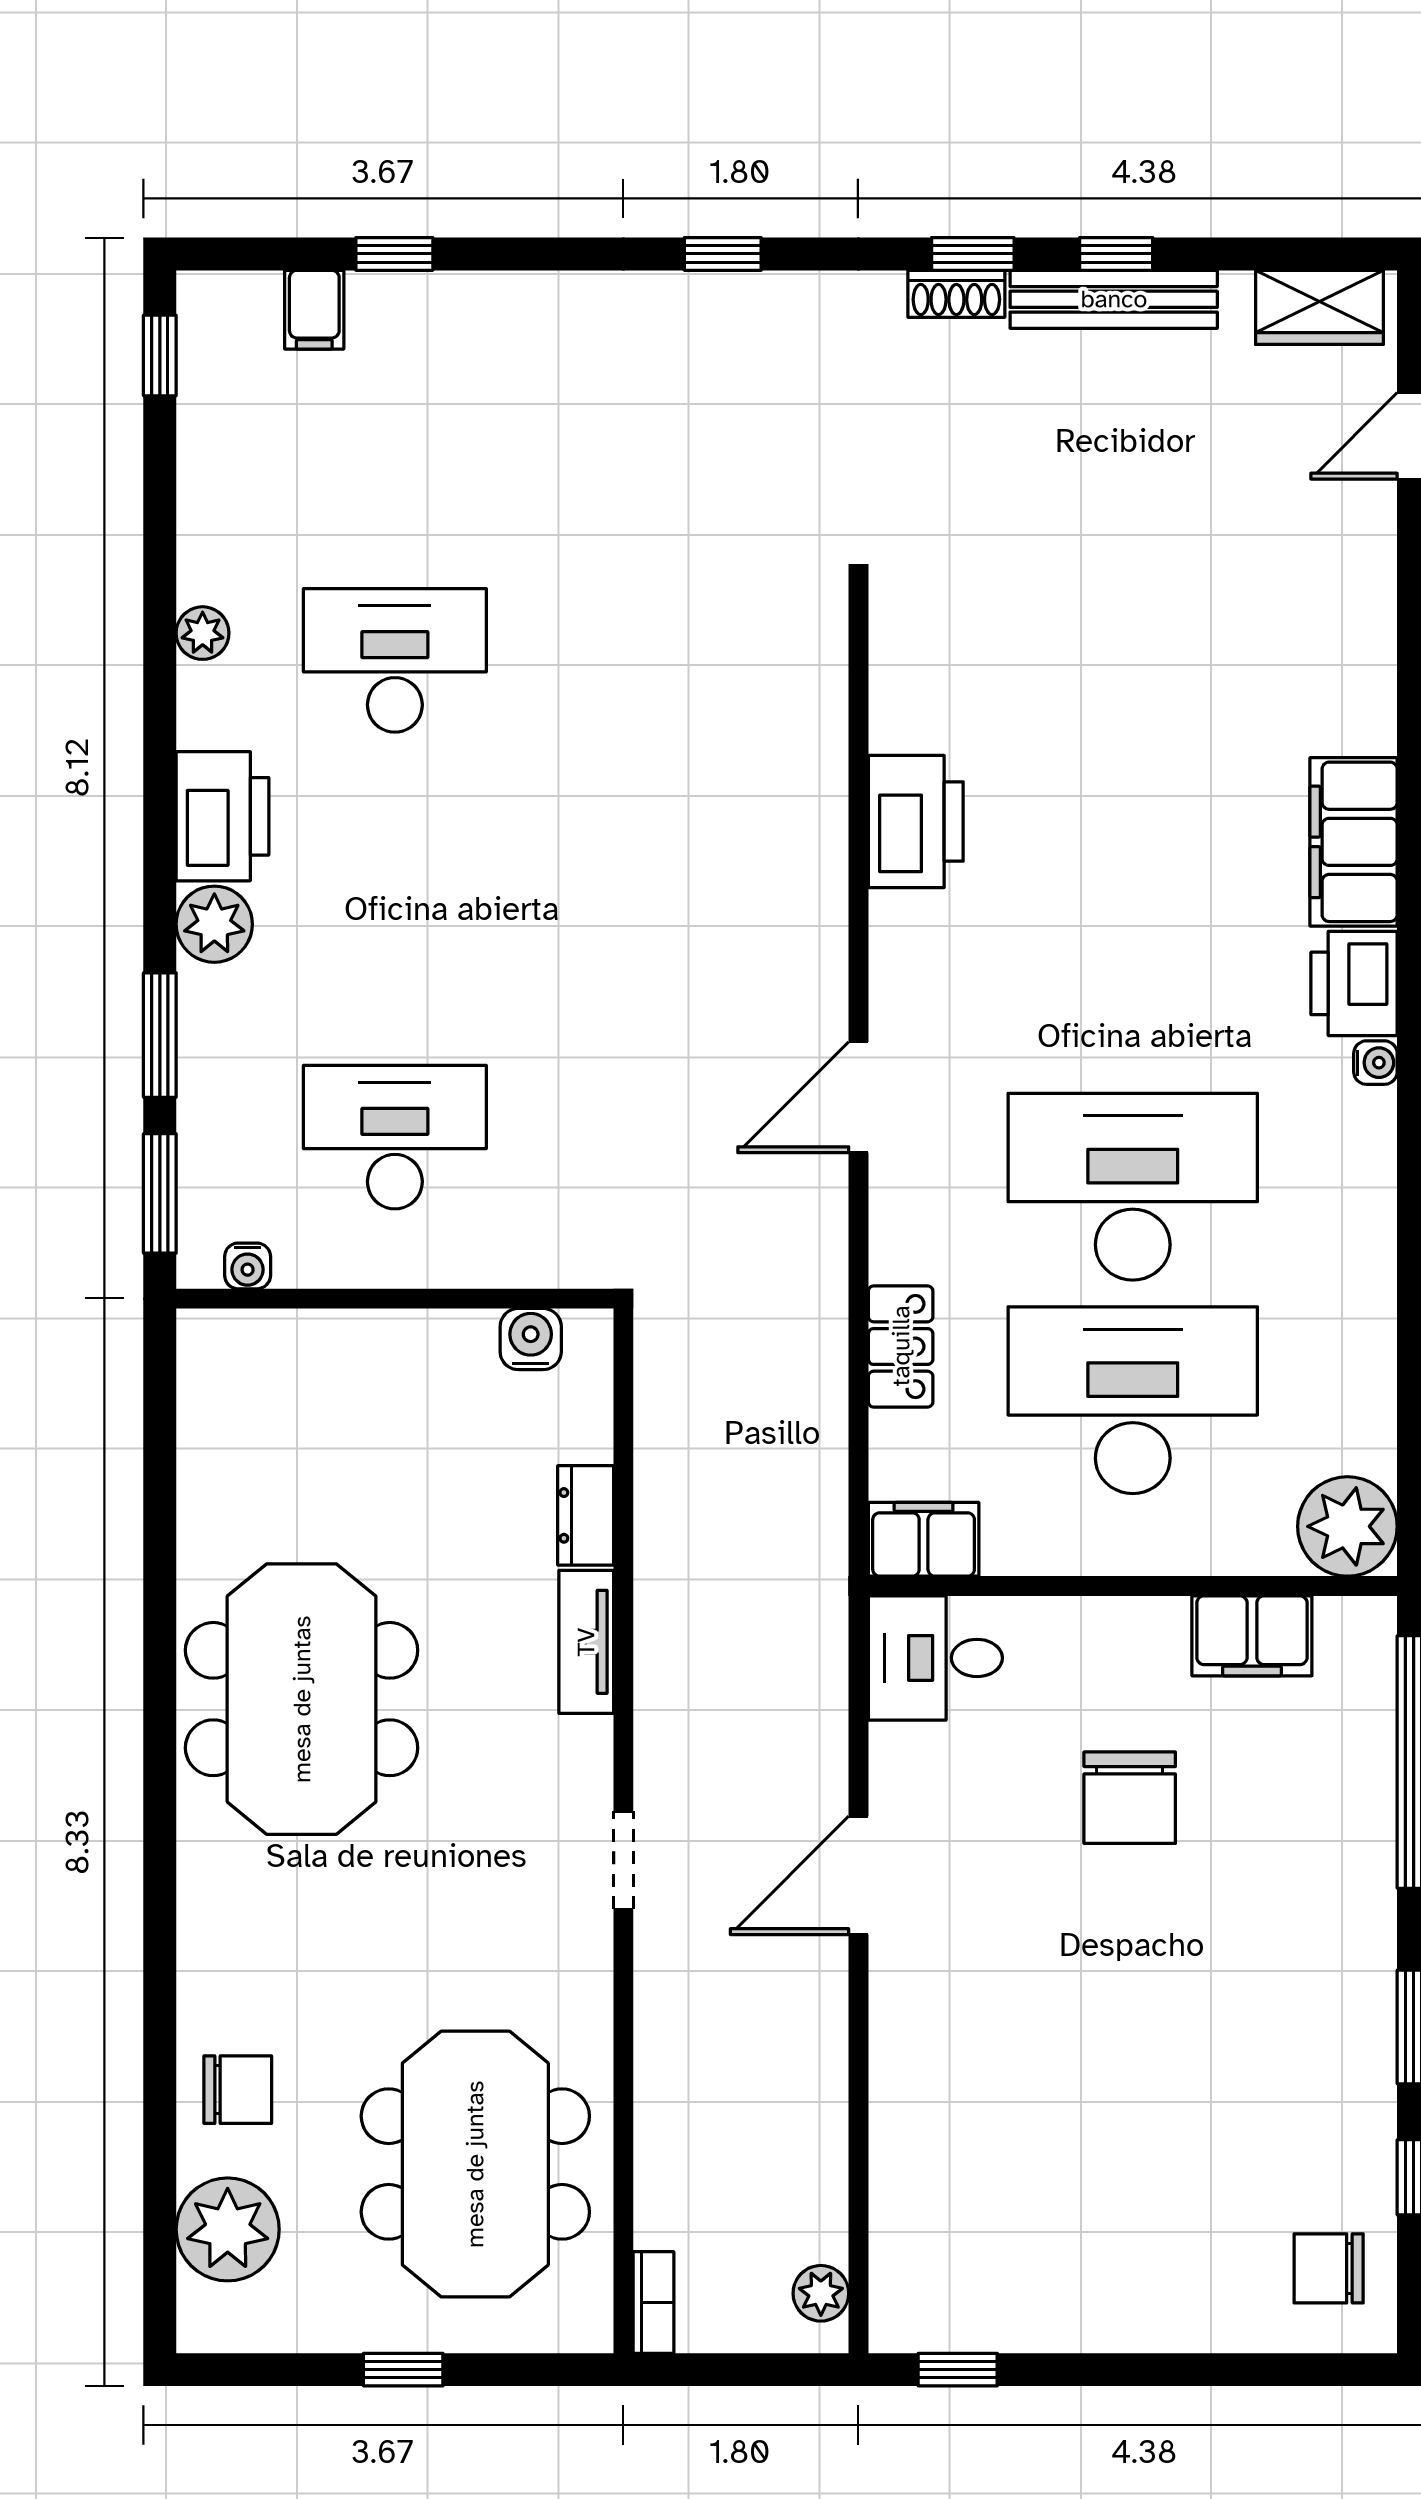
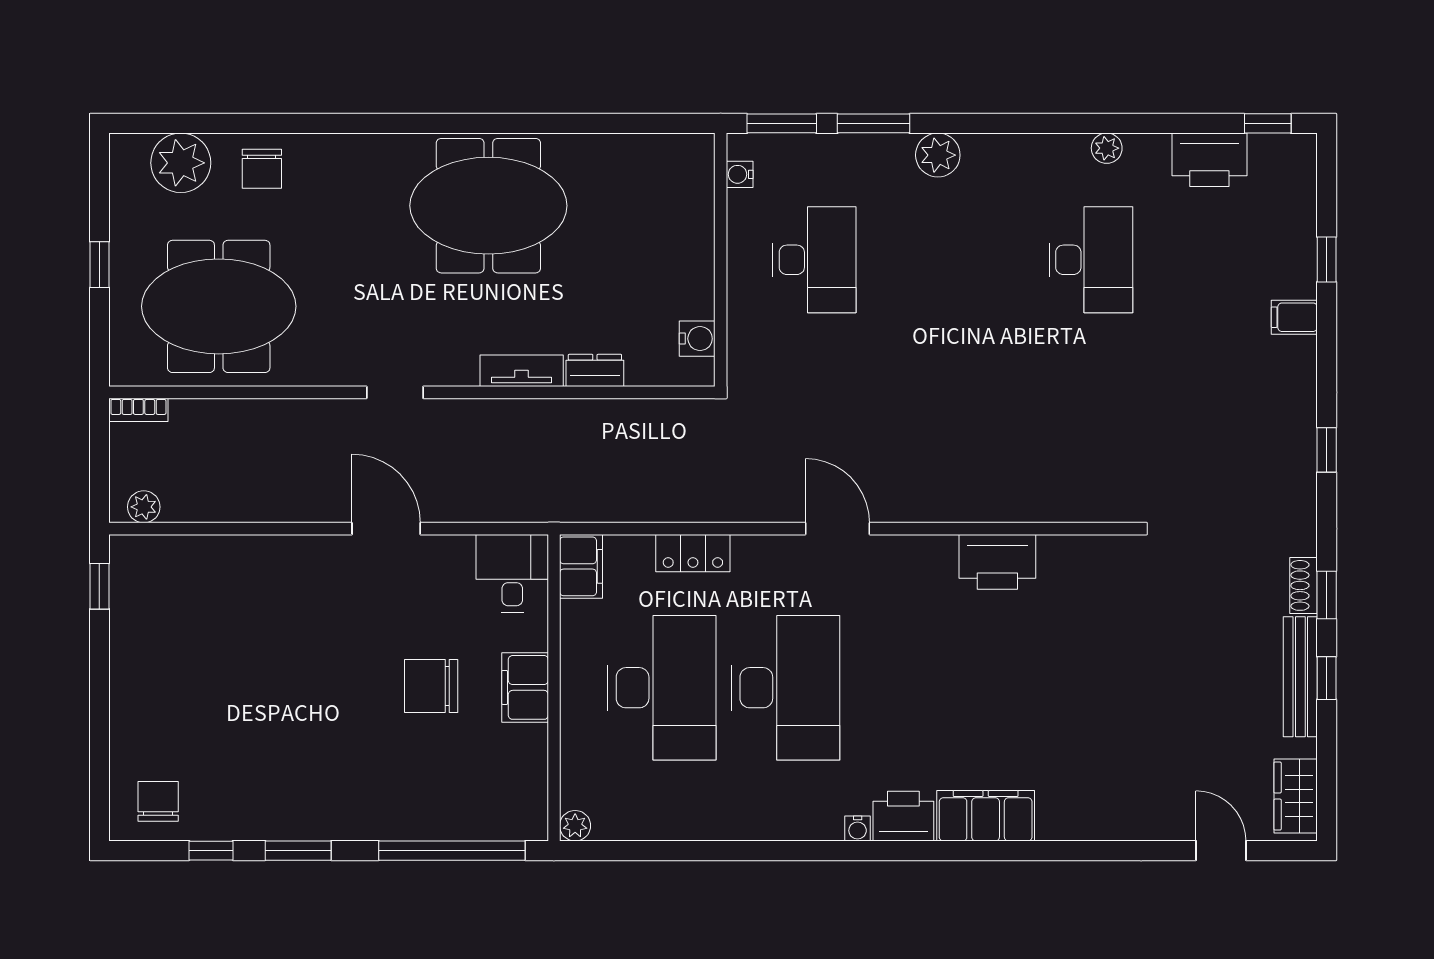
filing cabinet: (314, 310) -> (1294, 317), moved
printer: (222, 816) -> (1209, 160), moved
plant: (1347, 1526) -> (575, 826), width x0.53, depth x0.53
filing cabinet: (1252, 1636) -> (525, 687), moved

